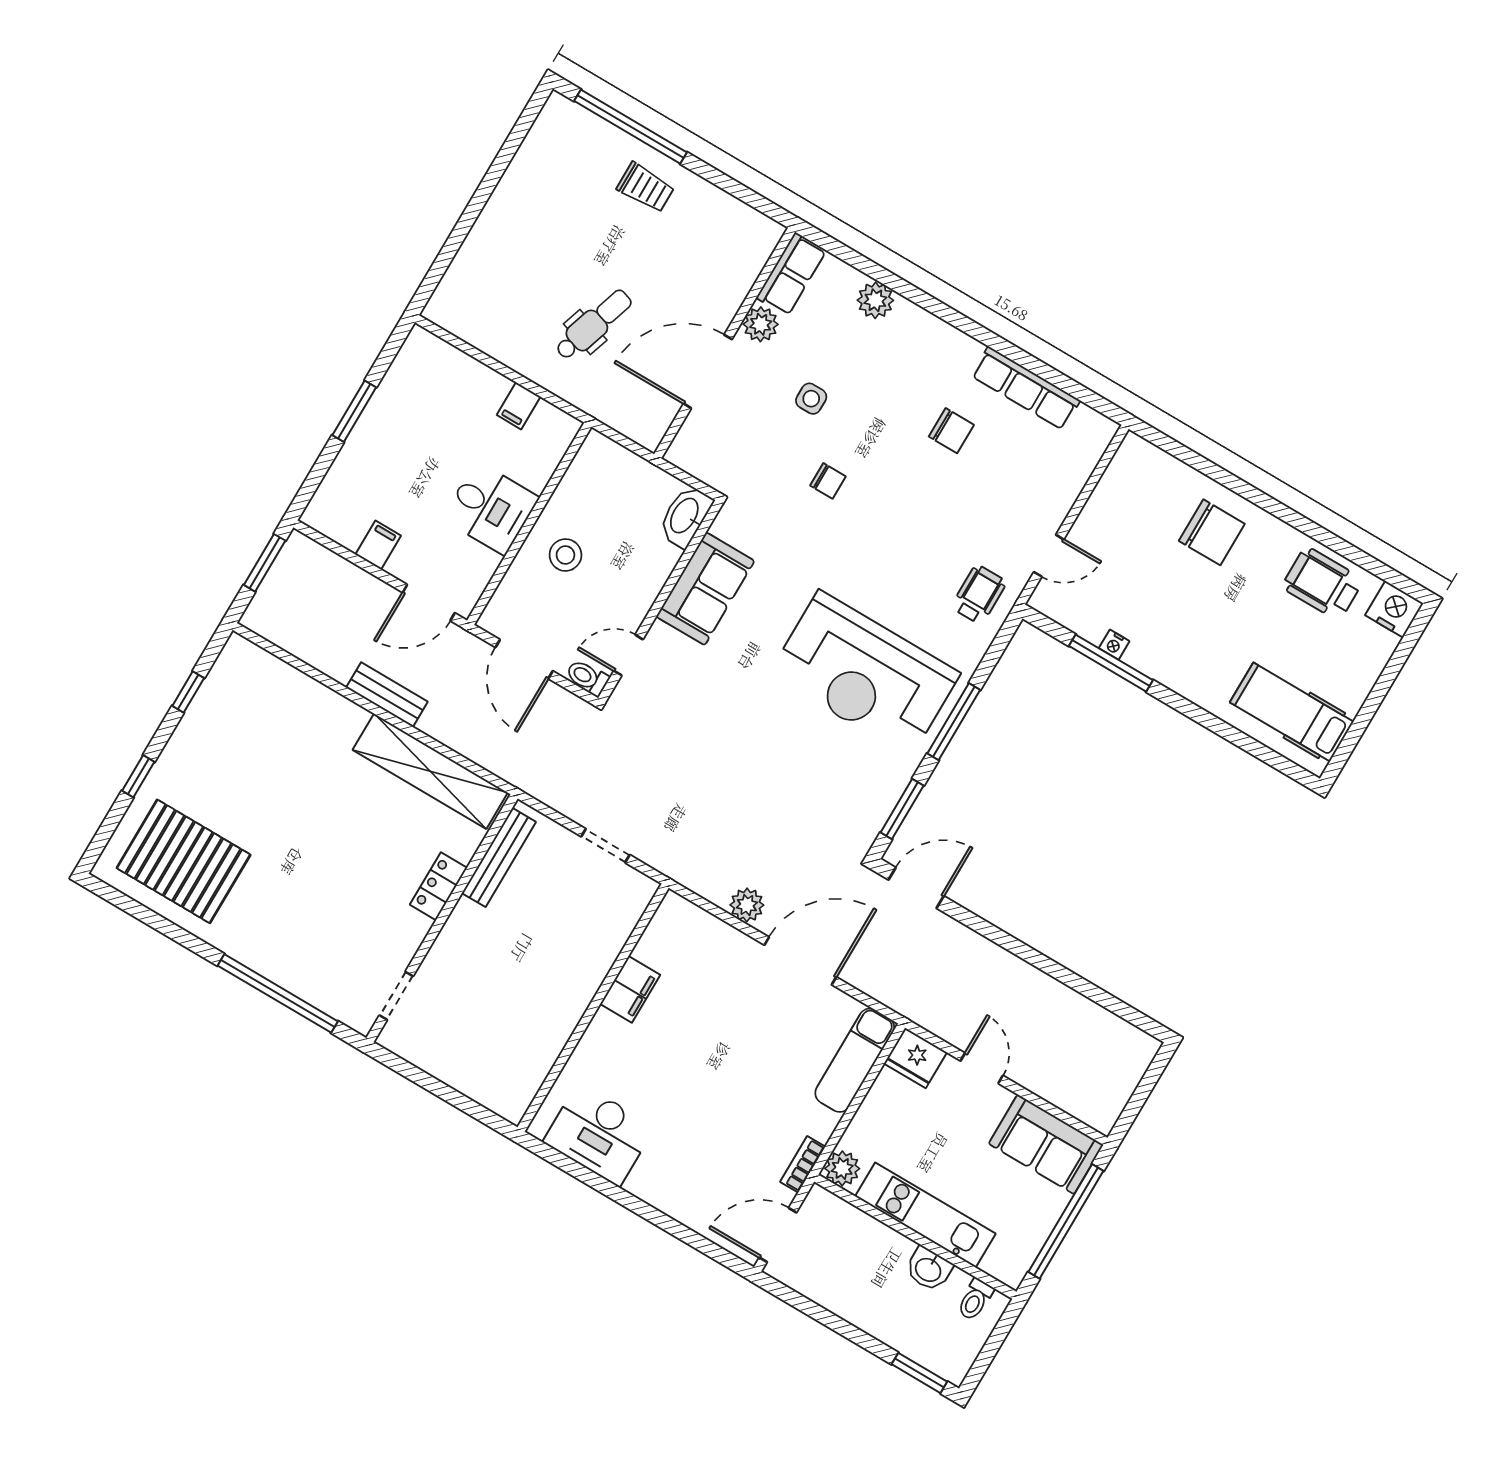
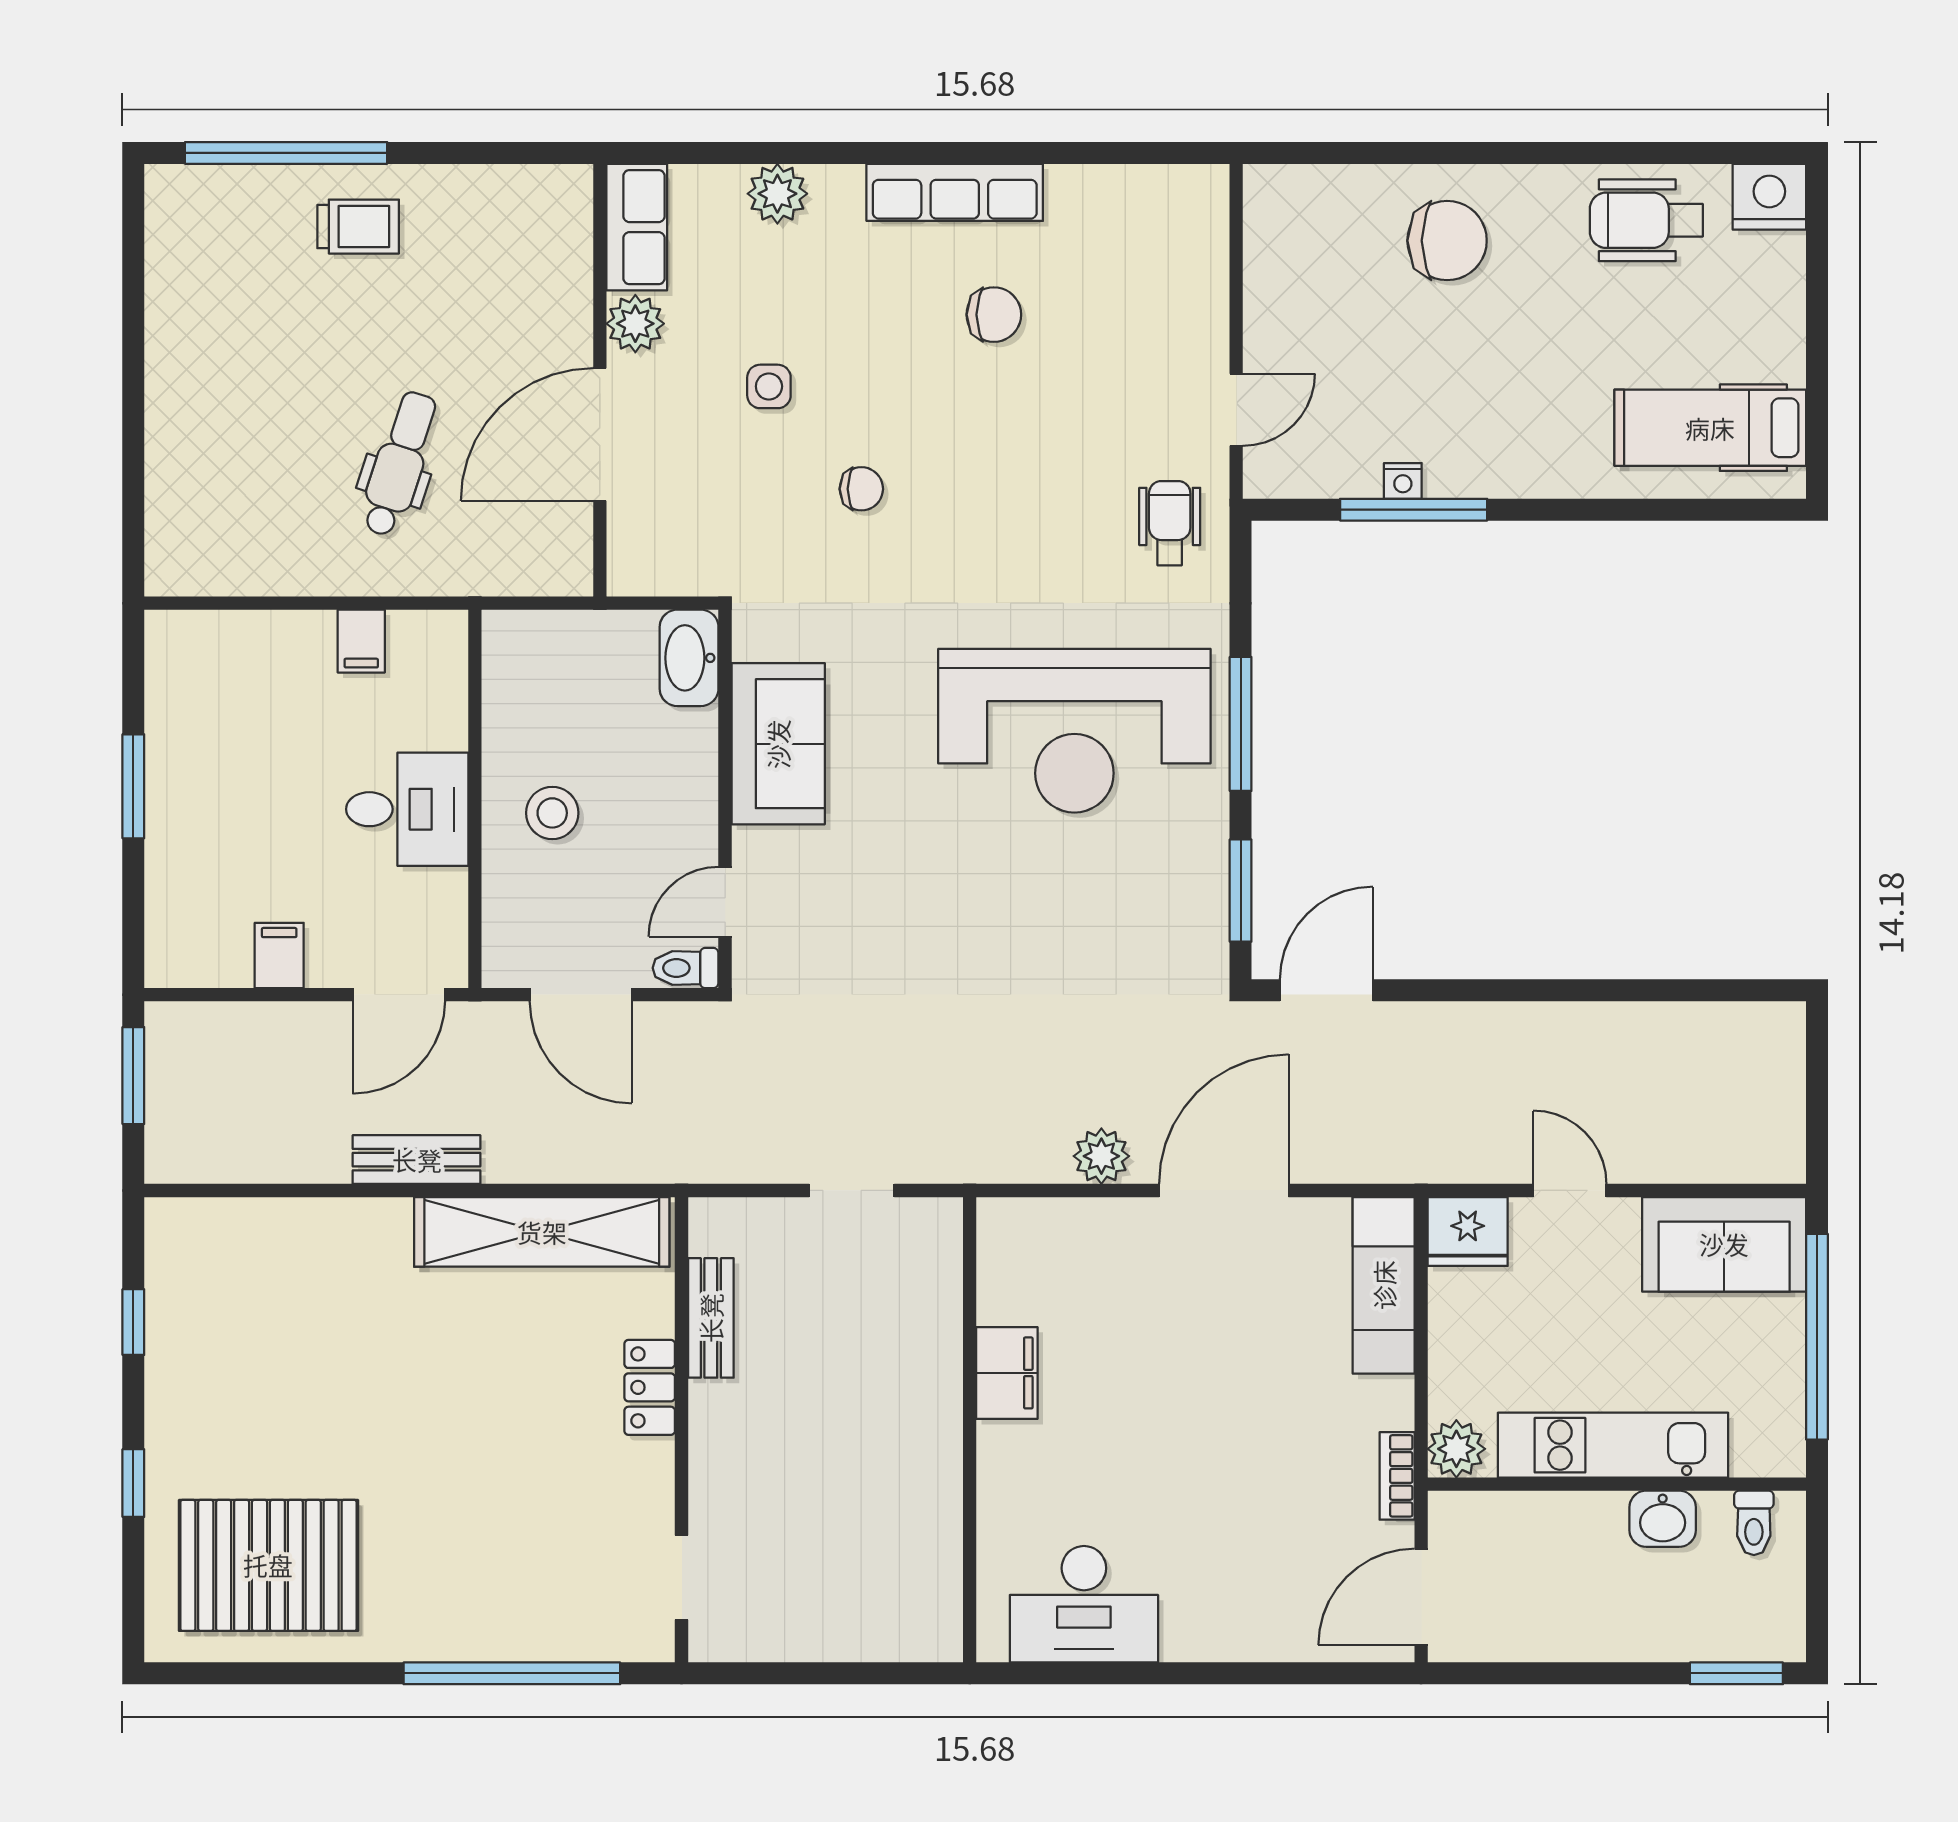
row of seats: (1026, 388) -> (955, 192), moved
bench: (499, 857) -> (711, 1318), width x0.73

